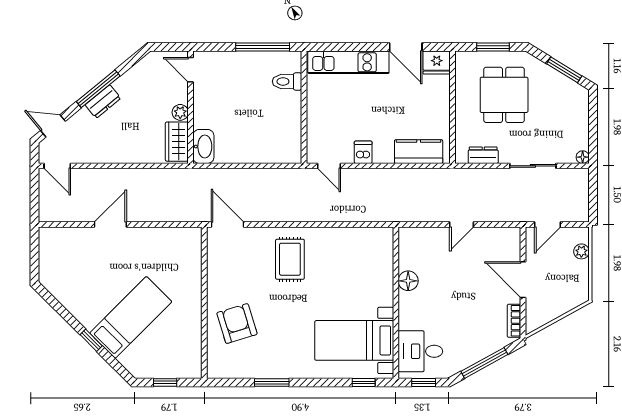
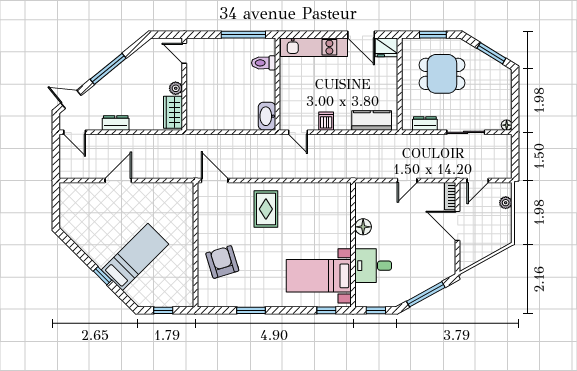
dining table: (504, 95) -> (442, 74), turned 90
dresser: (103, 102) -> (116, 123), moved, turned -141
washbasin: (203, 146) -> (267, 116), moved, turned 180
bookcase: (514, 321) -> (450, 196), moved
desk: (420, 351) -> (373, 266), moved

